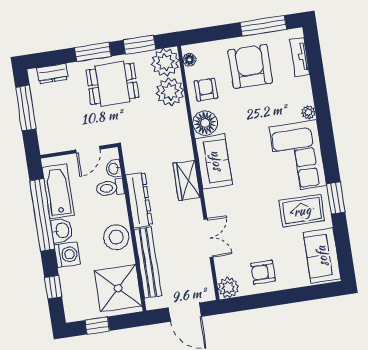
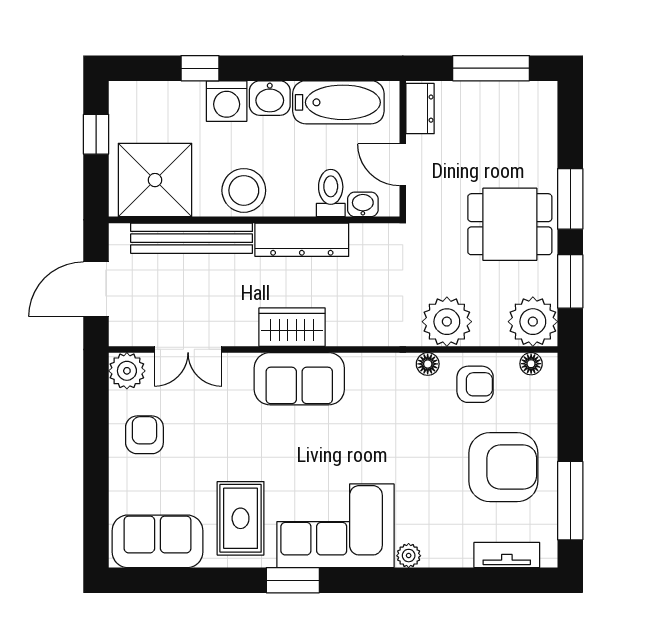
dresser: (52, 74) -> (420, 109), moved, turned 180
dining table: (112, 84) -> (510, 224), turned 90
plant: (170, 92) -> (447, 322), moved
floor lamp: (205, 123) -> (428, 364), width x0.53, depth x0.53
sofa: (214, 162) -> (299, 379), moved
wardrobe: (187, 180) -> (292, 327), moved
window: (336, 198) -> (293, 580), moved
window: (42, 215) -> (302, 68), removed
double door: (208, 238) -> (188, 349), moved
window: (53, 287) -> (200, 68), moved

